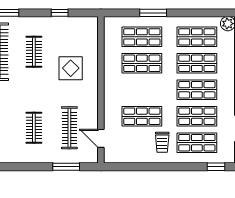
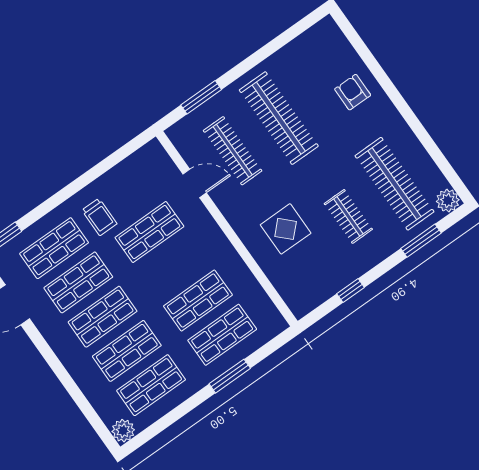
clothes rail: (34, 128) -> (279, 118), width x1.86, depth x1.31
door: (101, 138) -> (195, 183), moved
trolley: (162, 142) -> (99, 217), turned 180

